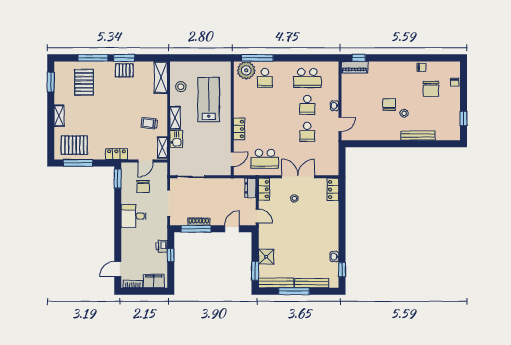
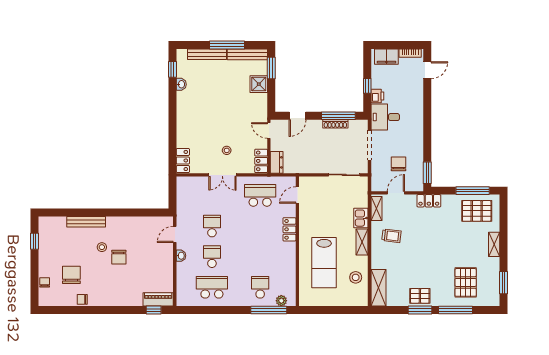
plant: (246, 70) -> (281, 301), width x0.53, depth x0.53
double door: (298, 177) -> (222, 175), width x0.73
desk: (134, 216) -> (385, 117), moved, turned 180

